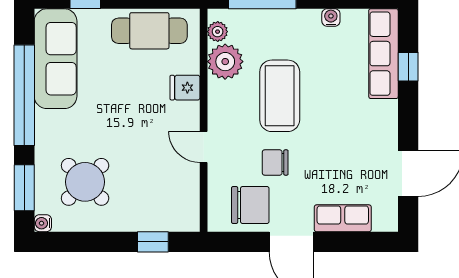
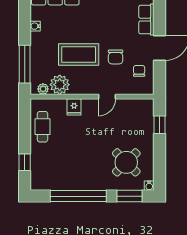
cafe table: (149, 31) -> (43, 127), width x0.73, depth x0.74
sofa: (56, 59) -> (58, 179), removed
chair: (250, 205) -> (139, 71), width x0.54, depth x0.54

